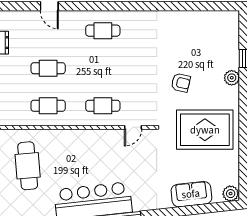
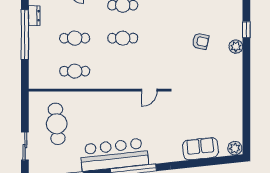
armchair: (181, 83) -> (201, 41), moved
cafe table: (103, 106) -> (123, 38), moved
rug: (205, 130) -> (212, 92), removed

